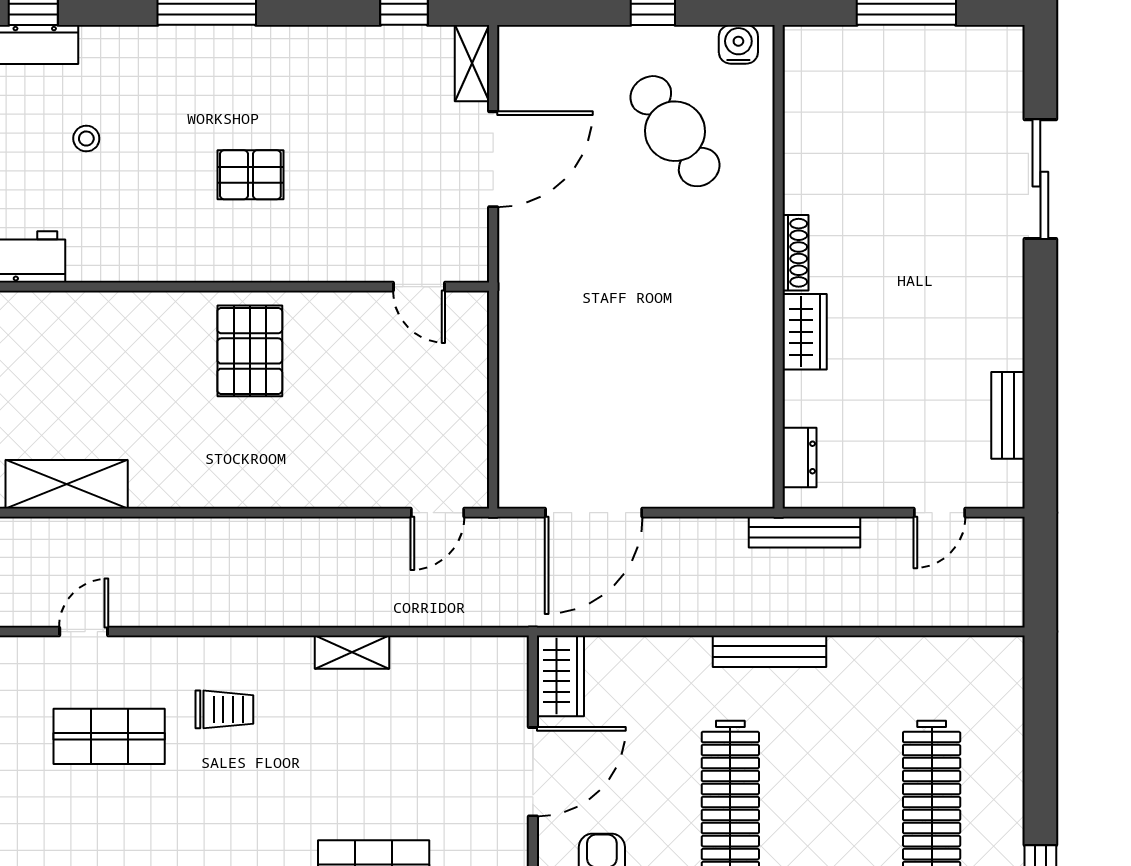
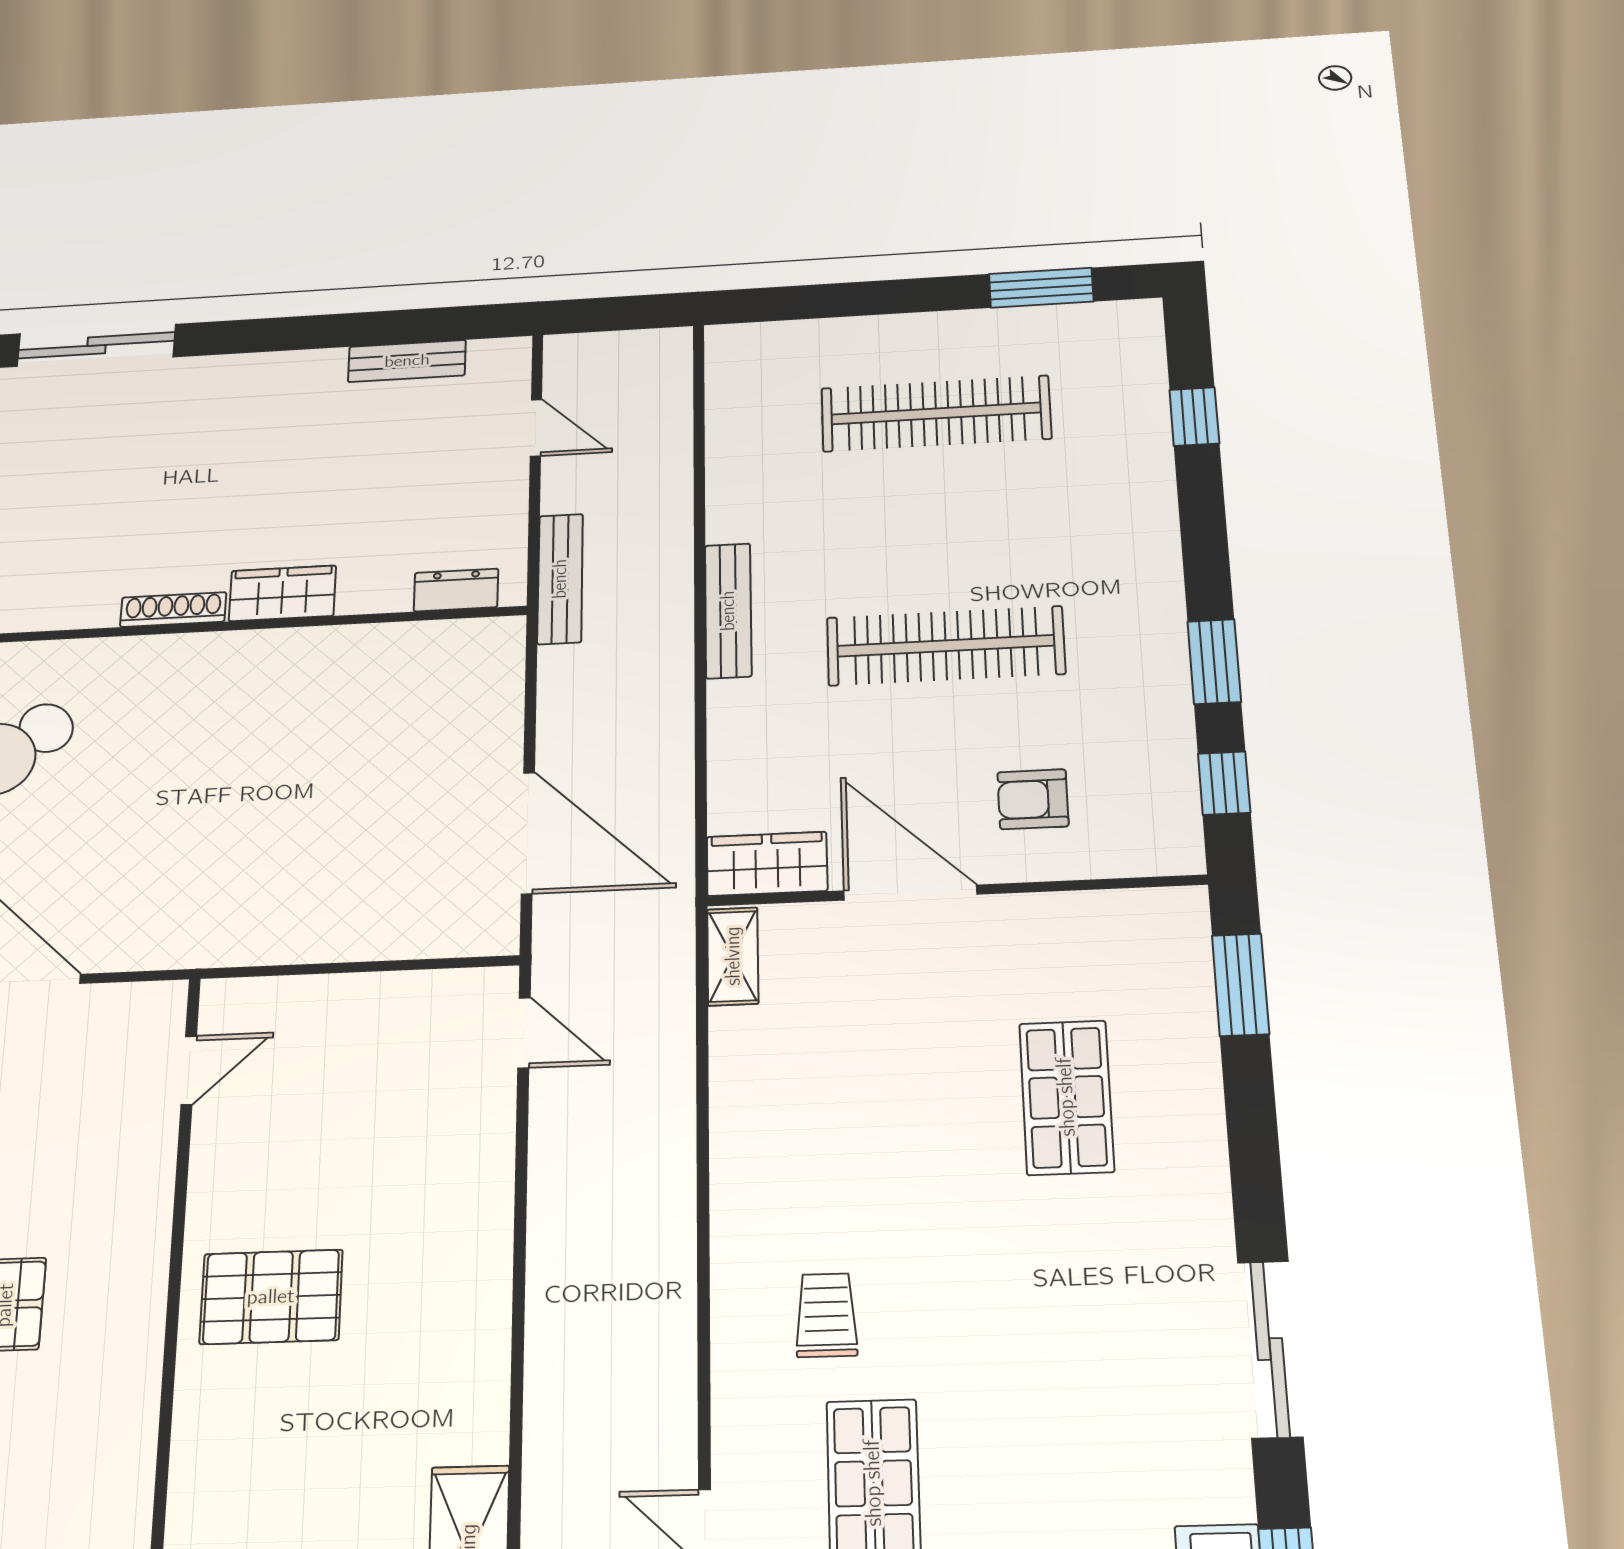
shelving: (352, 652) -> (733, 956), moved

